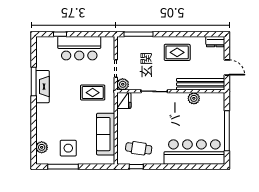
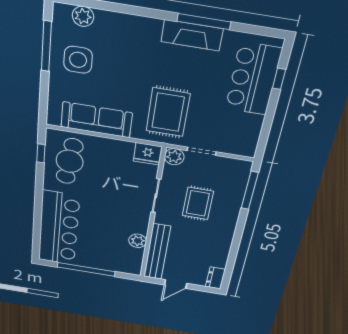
bar counter: (79, 48) -> (253, 79), moved
rug: (177, 52) -> (198, 203), moved
rug: (93, 93) -> (168, 112), width x1.36, depth x1.43
cafe table: (139, 148) -> (70, 161), width x1.37, depth x1.35

